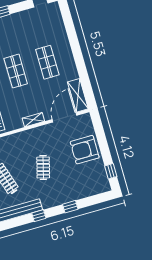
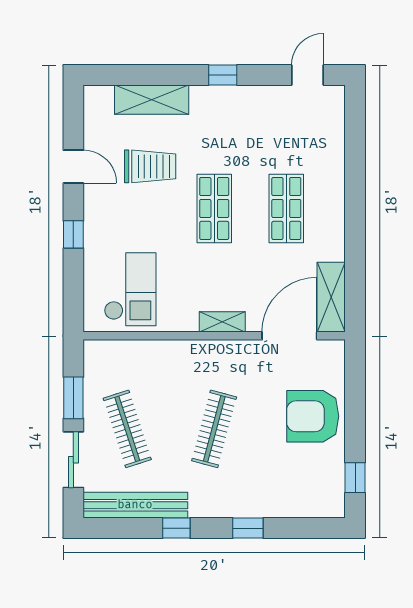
clothes rail: (43, 167) -> (214, 429), width x1.36

